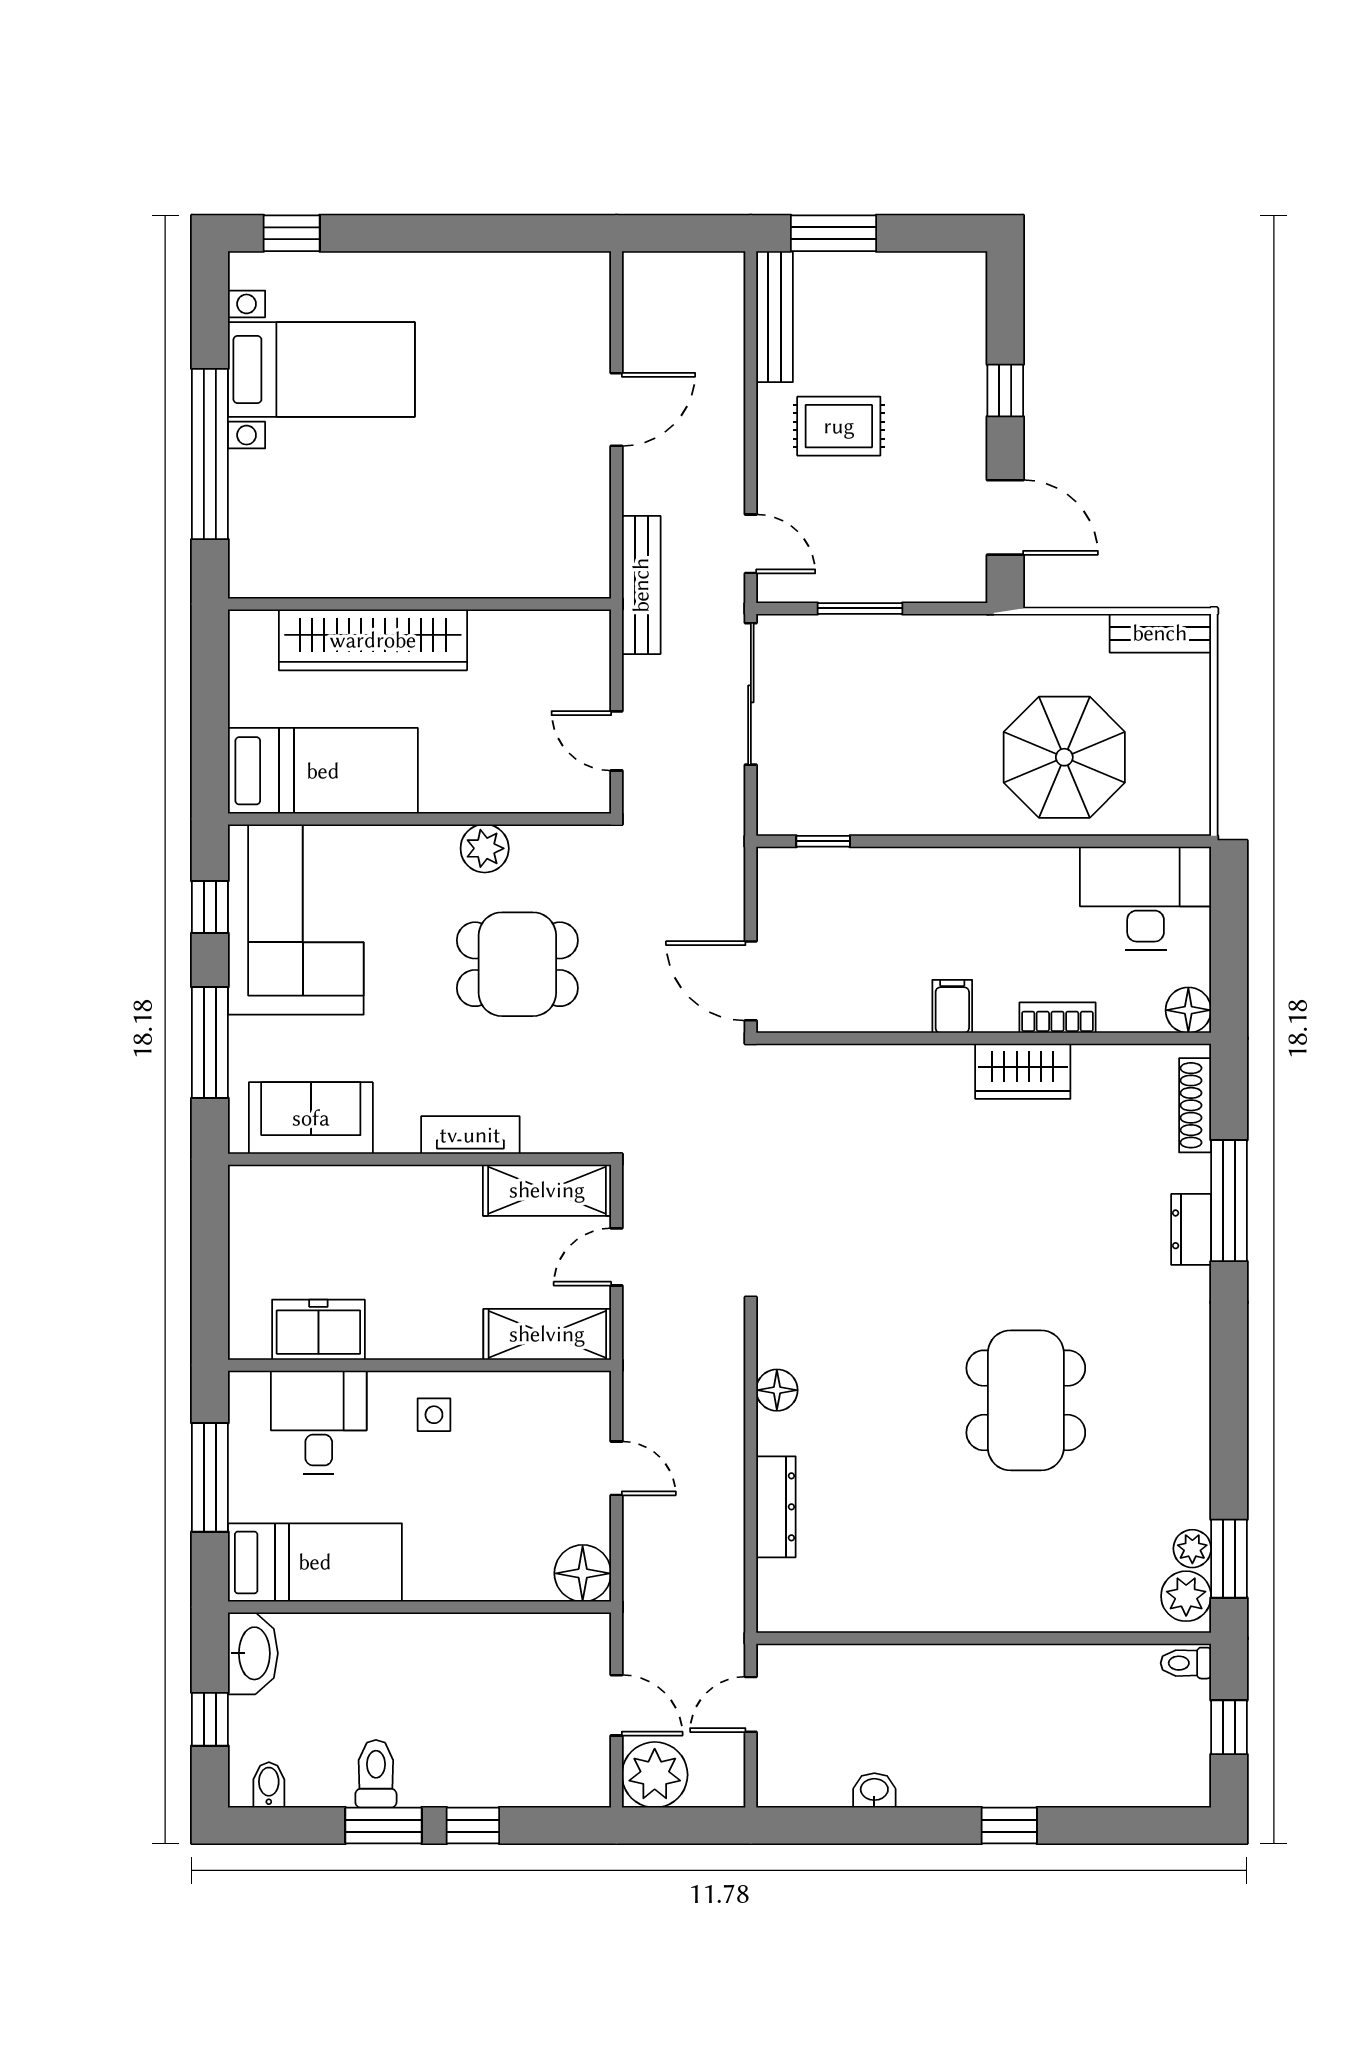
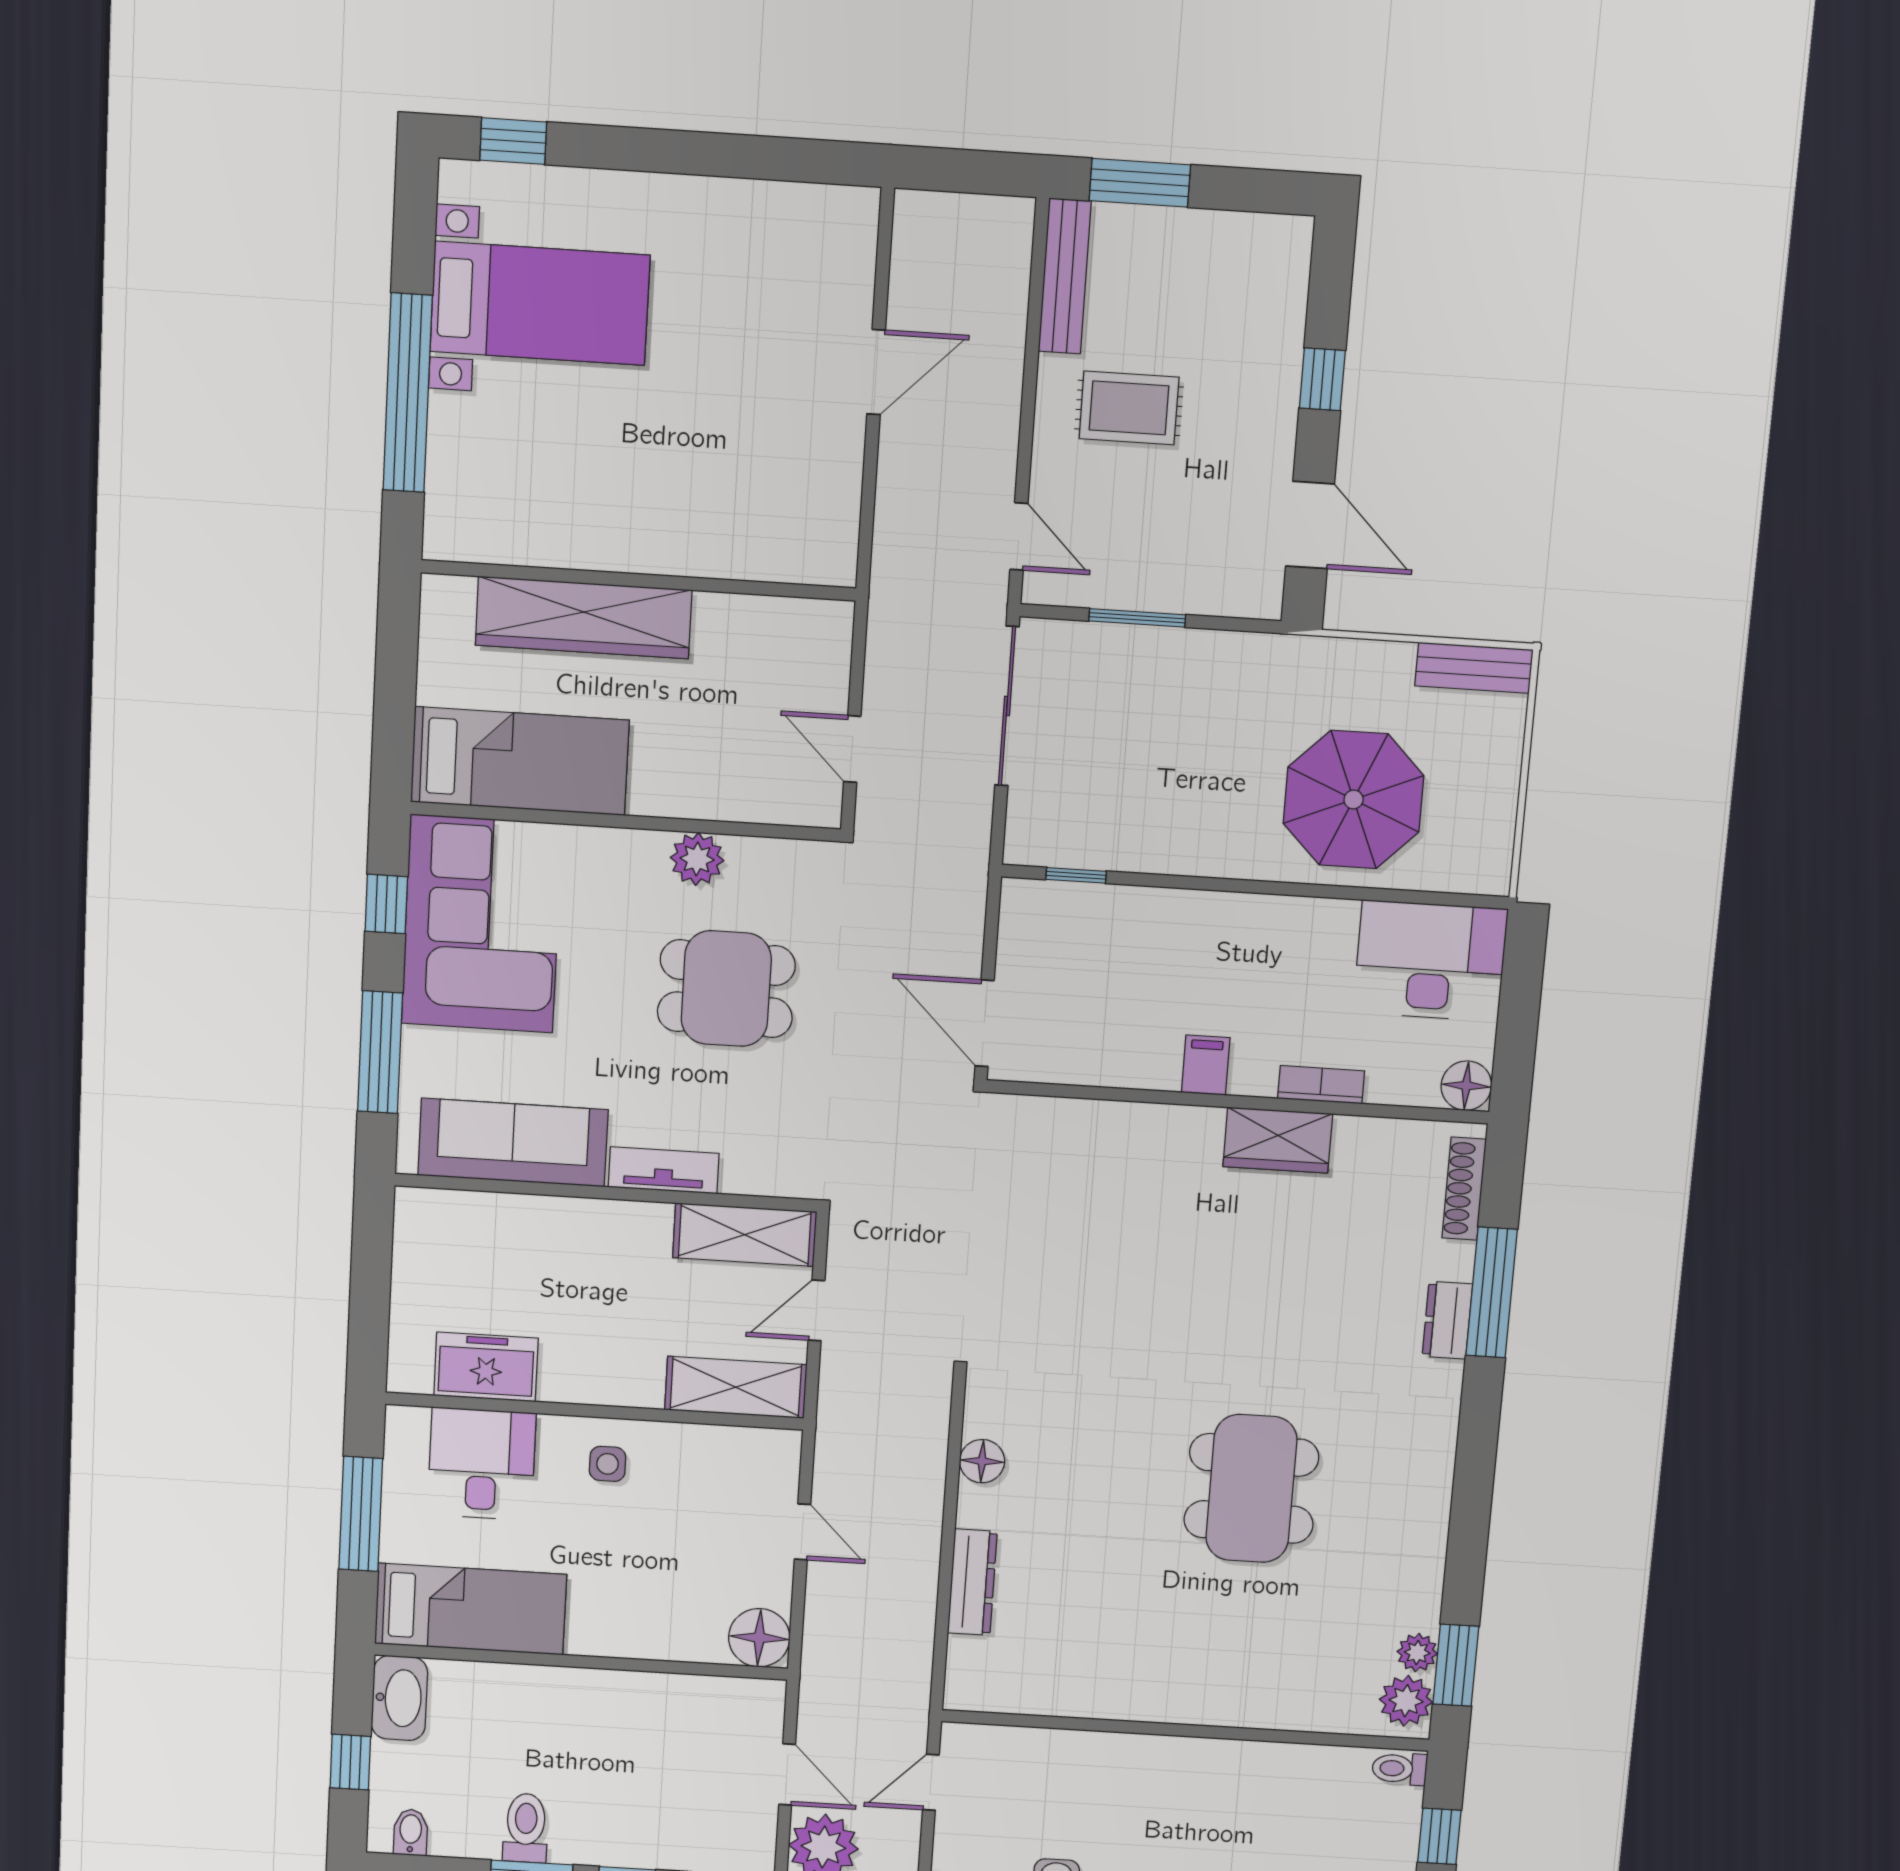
bench: (641, 585) -> (891, 575), removed
sofa: (311, 1118) -> (513, 1142), width x1.36

